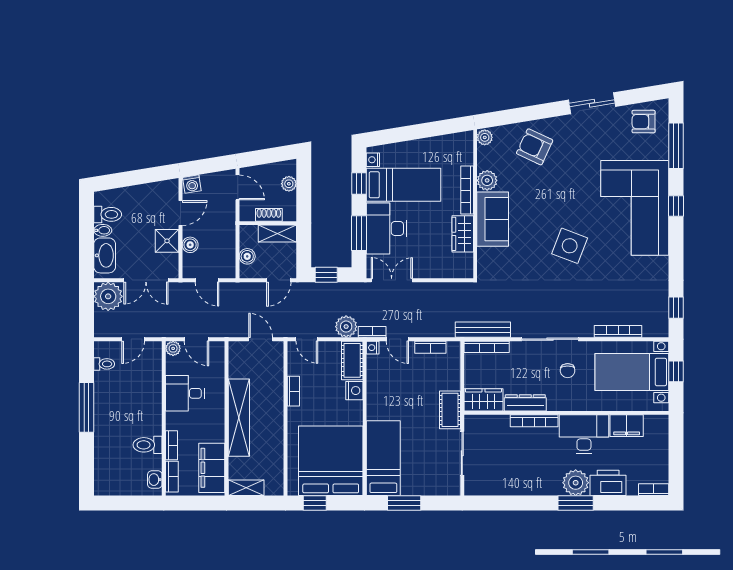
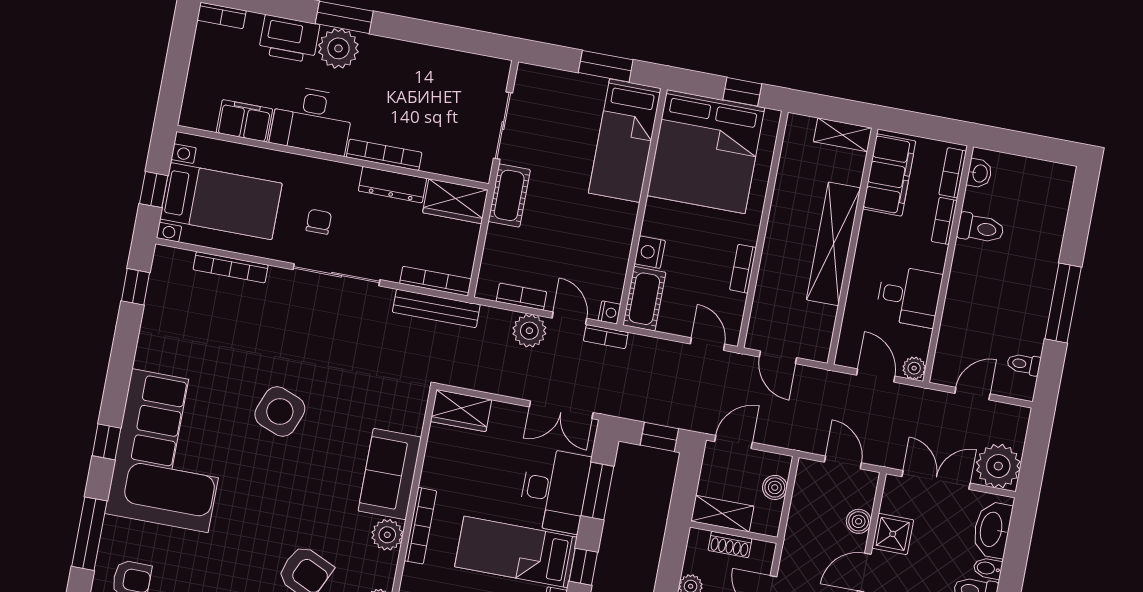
wardrobe: (463, 234) -> (461, 411), moved, turned 90
plant: (346, 327) -> (529, 331), moved

